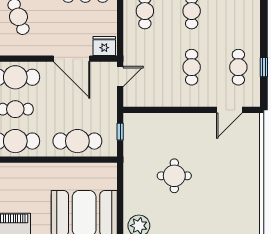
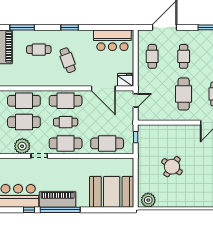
cafe table: (192, 67) -> (184, 94), width x1.37, depth x1.35
round table: (174, 176) -> (172, 167), turned 35

